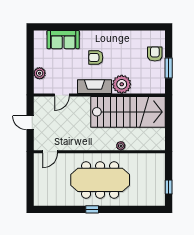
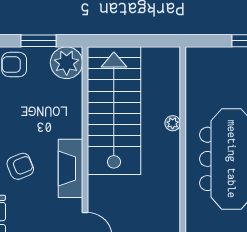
armchair: (96, 57) -> (20, 166), turned -112
plant: (122, 84) -> (67, 63), moved

